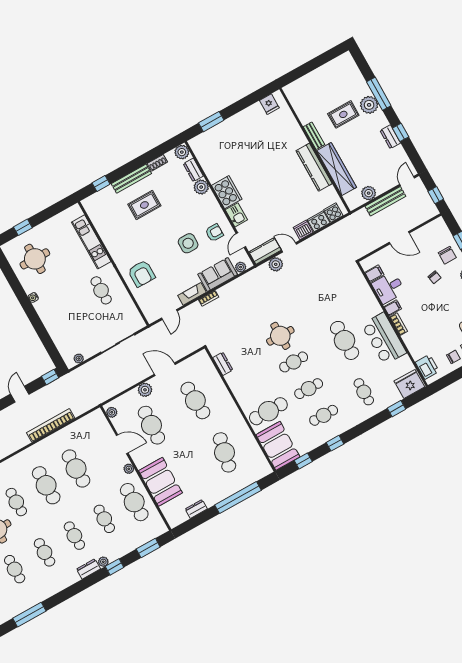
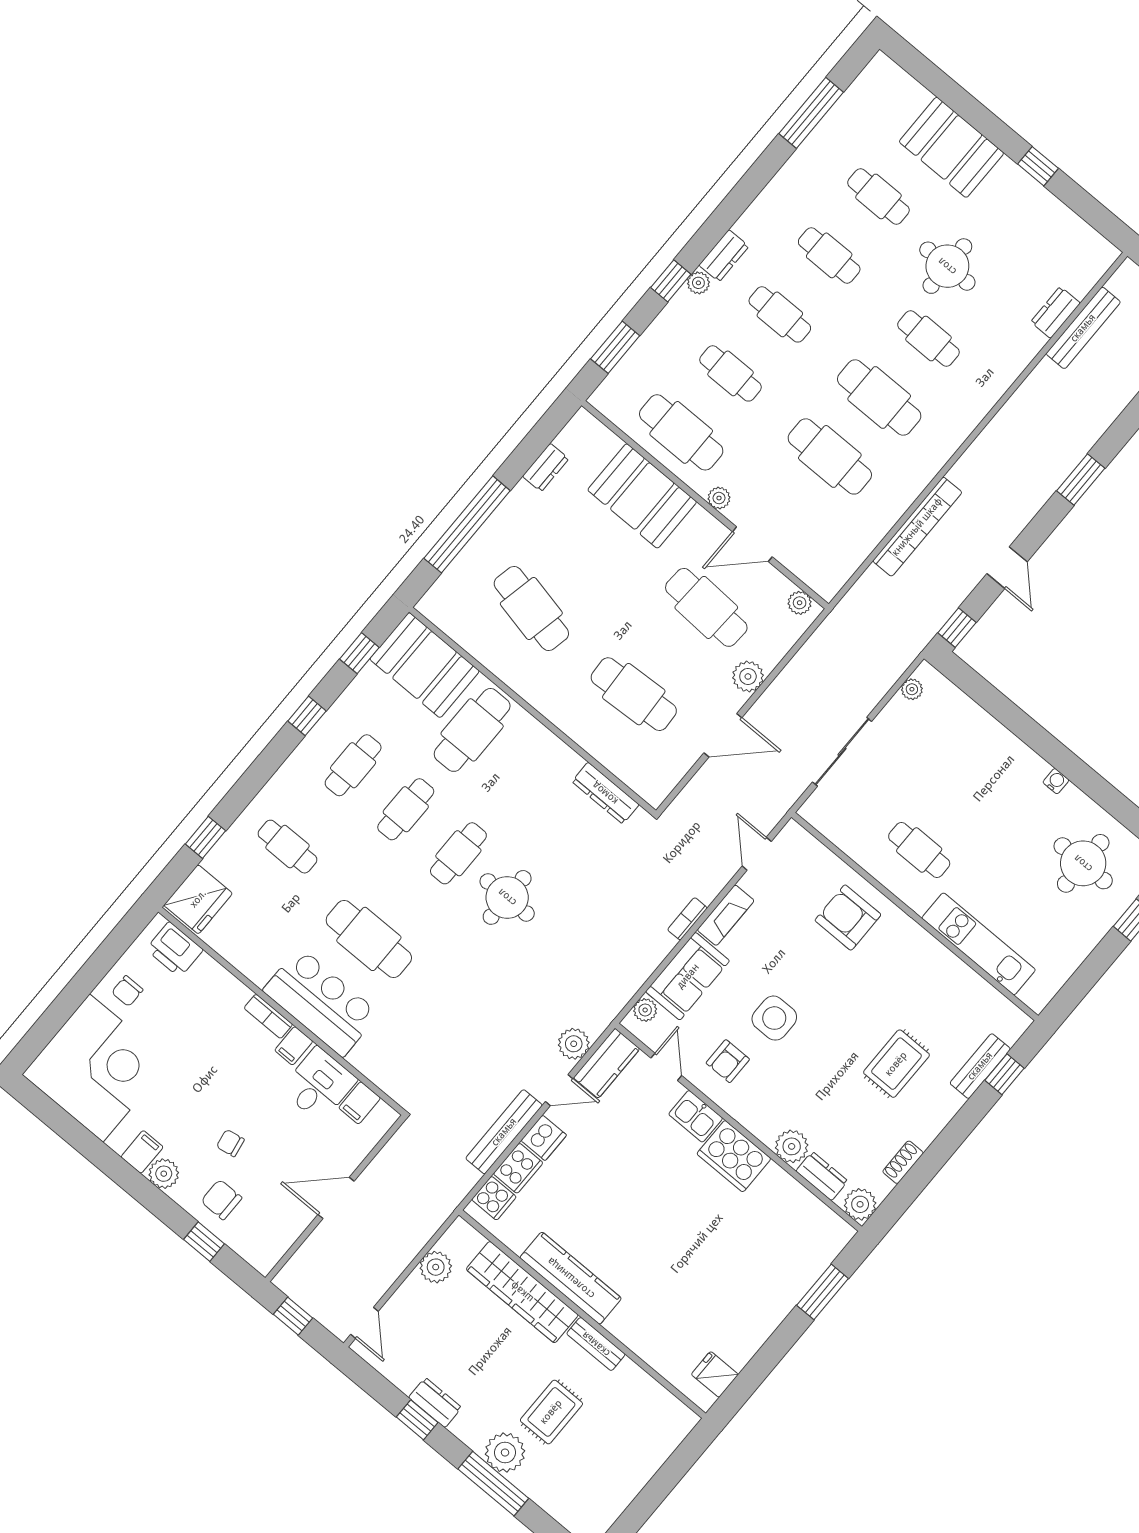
bench: (131, 179) -> (980, 1066), moved, width x0.73
bench: (385, 201) -> (504, 1132), moved
bar counter: (384, 339) -> (321, 1002), moved
dresser: (223, 364) -> (605, 793), width x1.44

